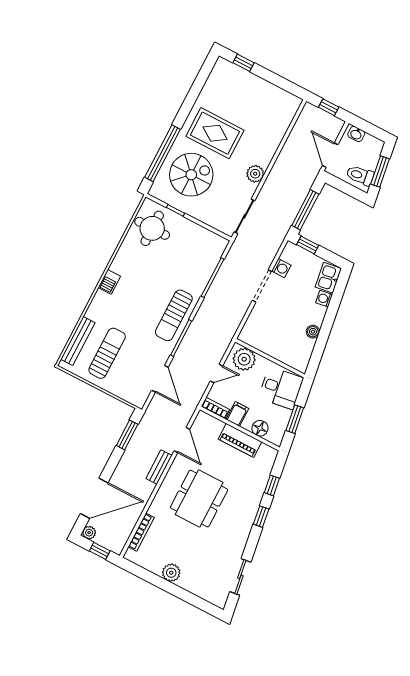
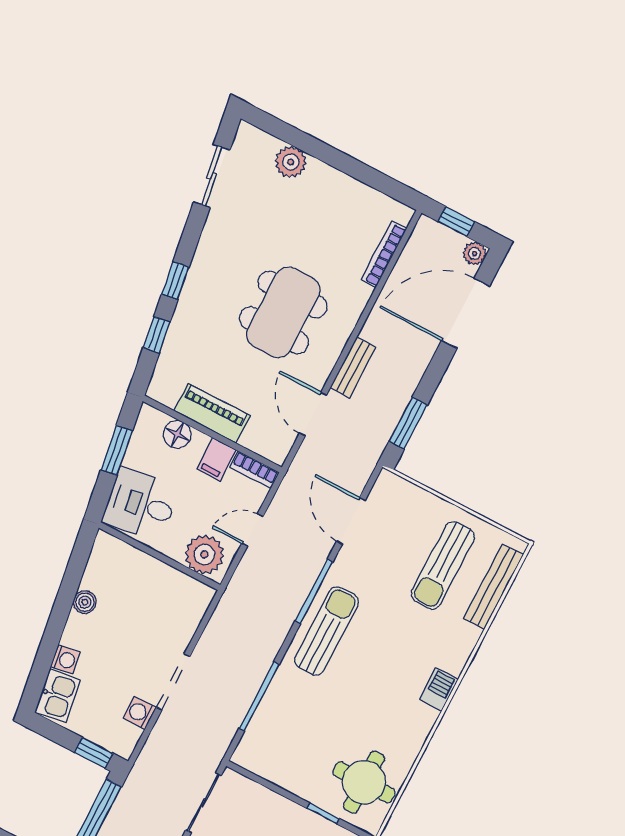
plant: (171, 573) -> (291, 162), moved

